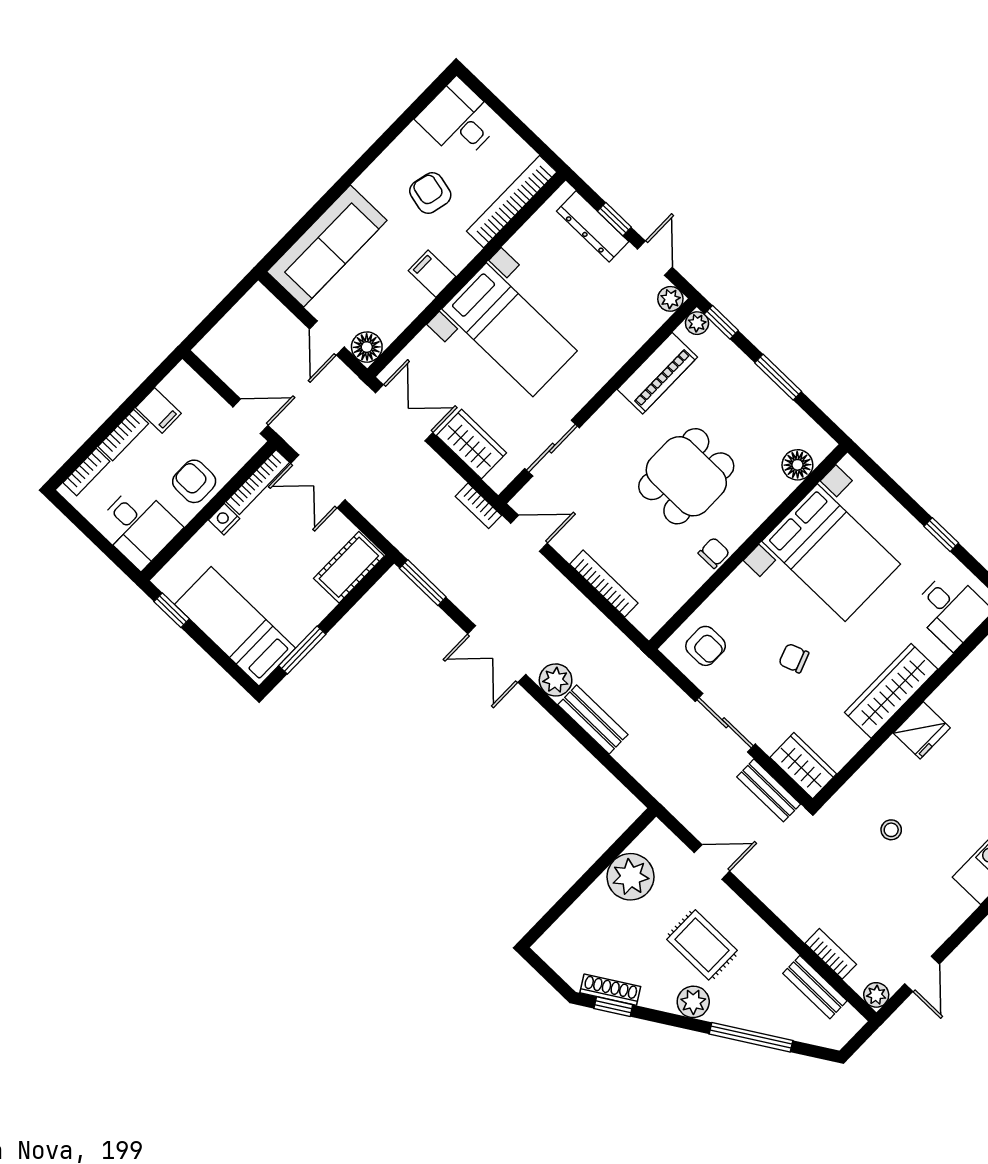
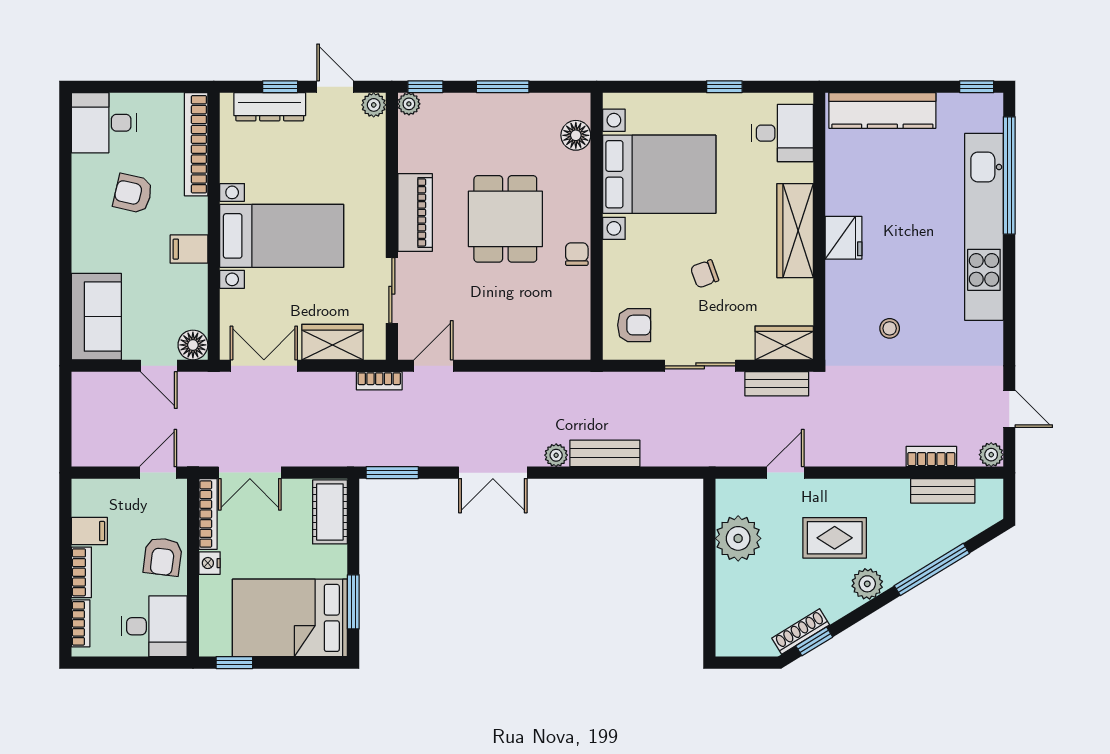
sofa: (327, 246) -> (96, 317), width x0.73
piano: (657, 373) -> (415, 212), moved
armchair: (194, 481) -> (163, 557), turned -83
bookcase: (604, 584) -> (520, 350), removed
bed: (235, 626) -> (290, 618), width x1.50
plant: (556, 680) -> (556, 455), width x0.73, depth x0.73

